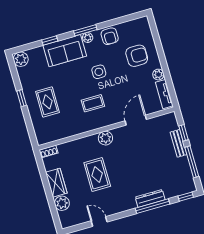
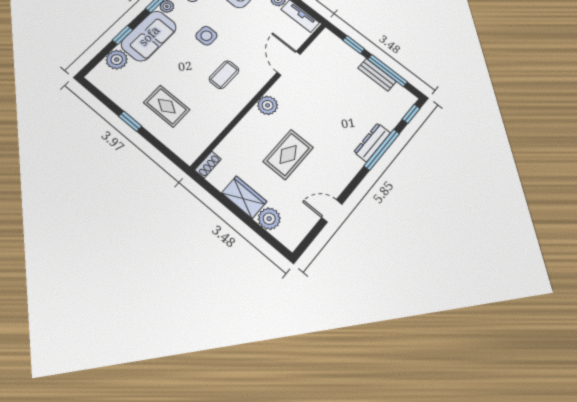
plant: (21, 59) -> (117, 60), moved
bench: (179, 143) -> (377, 75), moved
rug: (97, 174) -> (288, 154), turned 90

